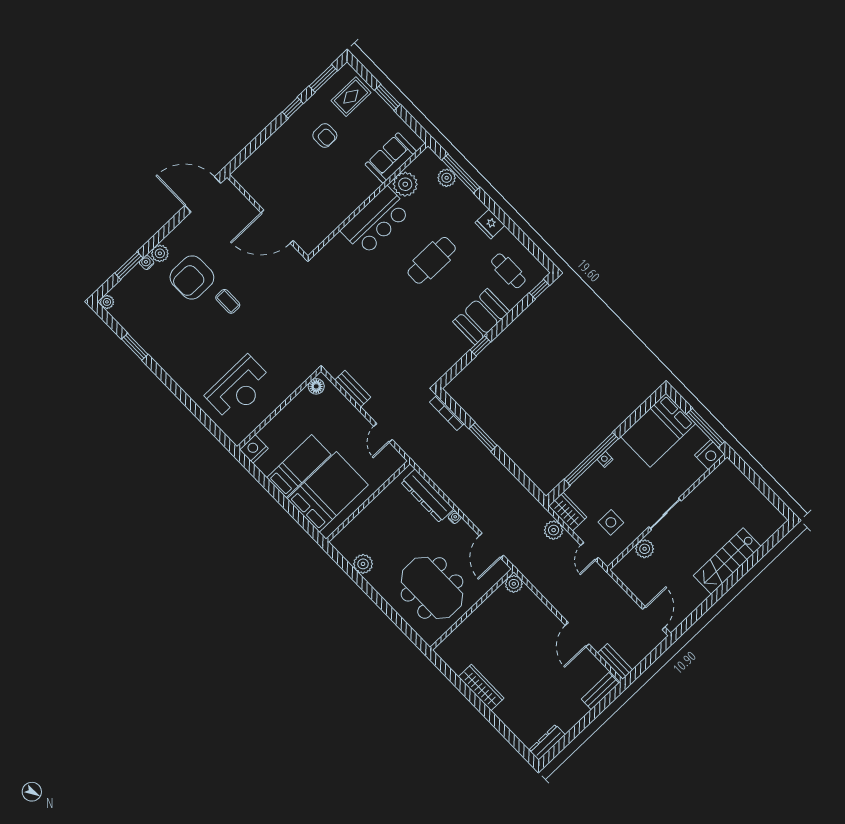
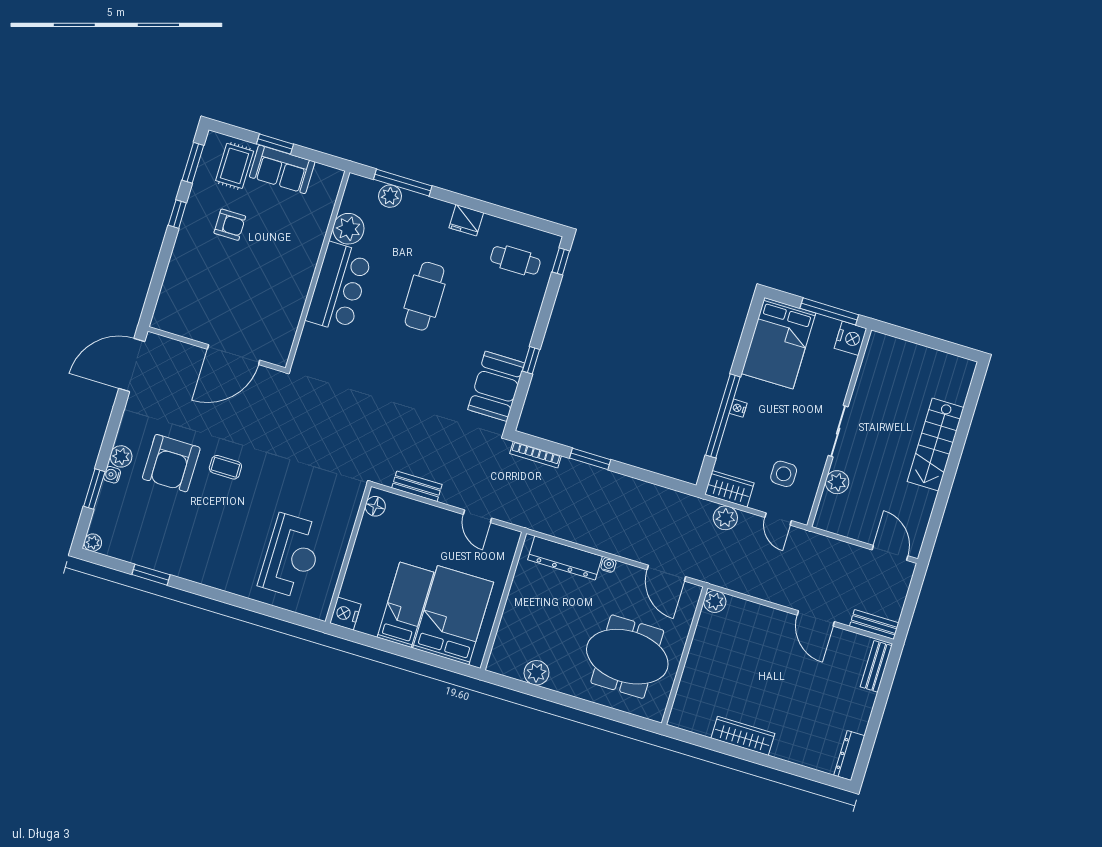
sofa: (391, 158) -> (282, 169), moved, turned -90
booth: (481, 317) -> (496, 386), moved

